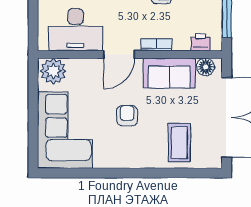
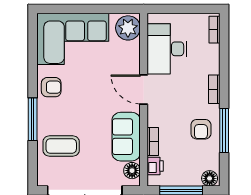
bookcase: (157, 45) -> (153, 142), moved
armchair: (127, 116) -> (51, 87), moved
window: (151, 173) -> (33, 119), added

